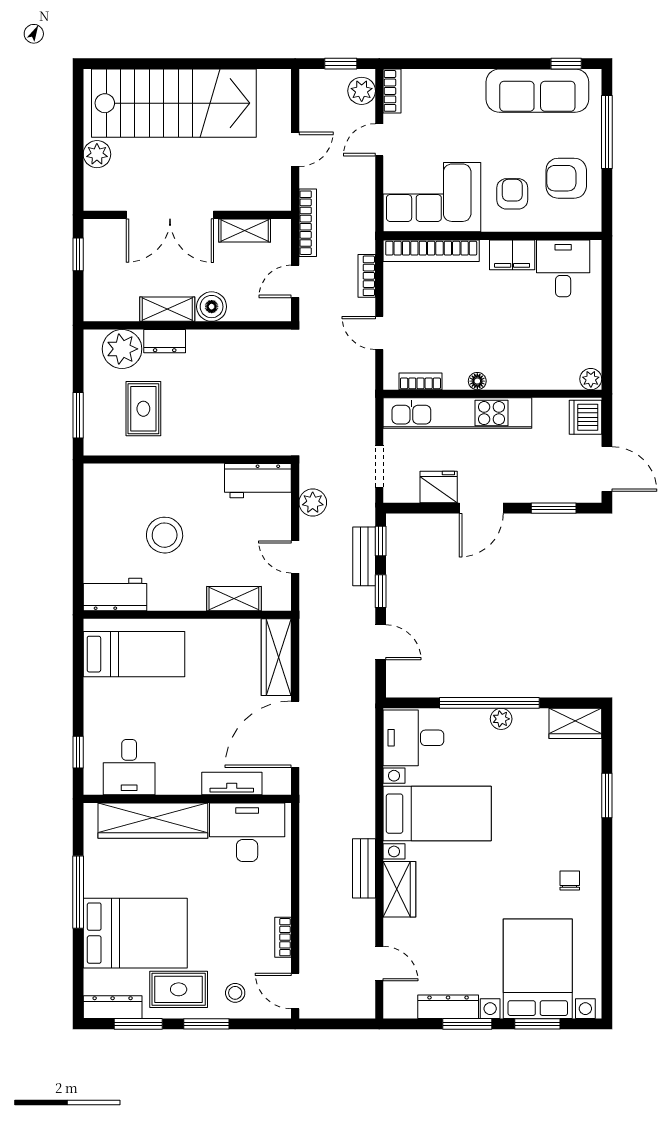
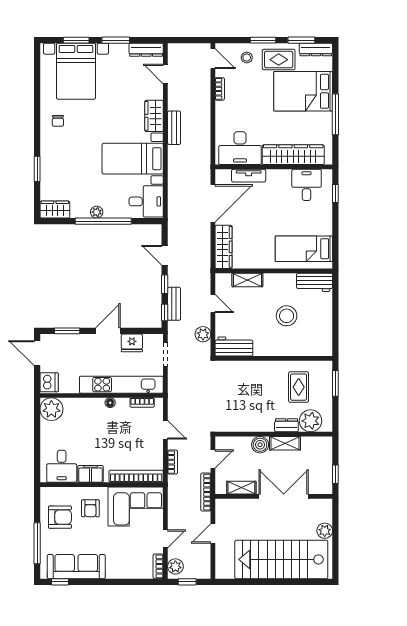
plant: (591, 379) -> (51, 409), width x1.88, depth x1.88
dresser: (448, 1007) -> (146, 50), moved

